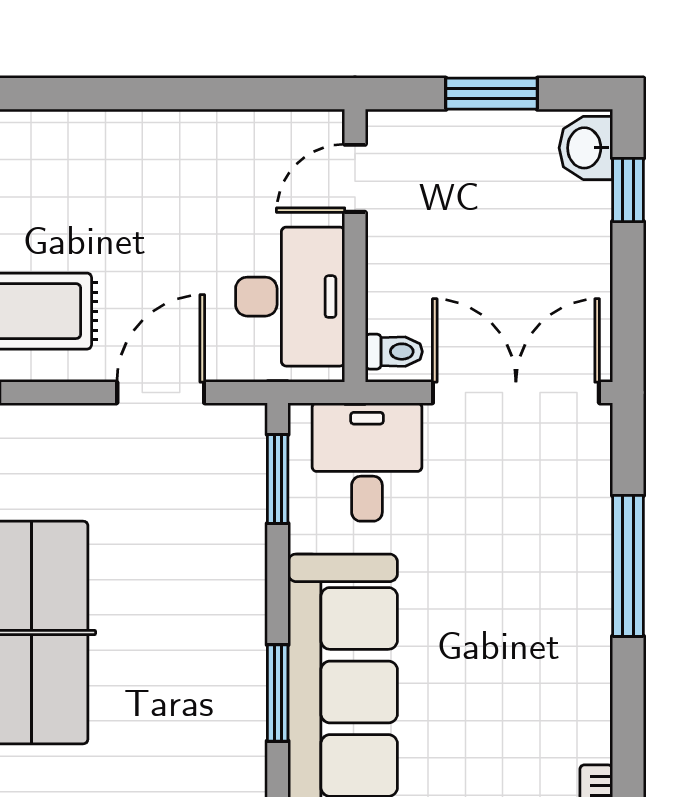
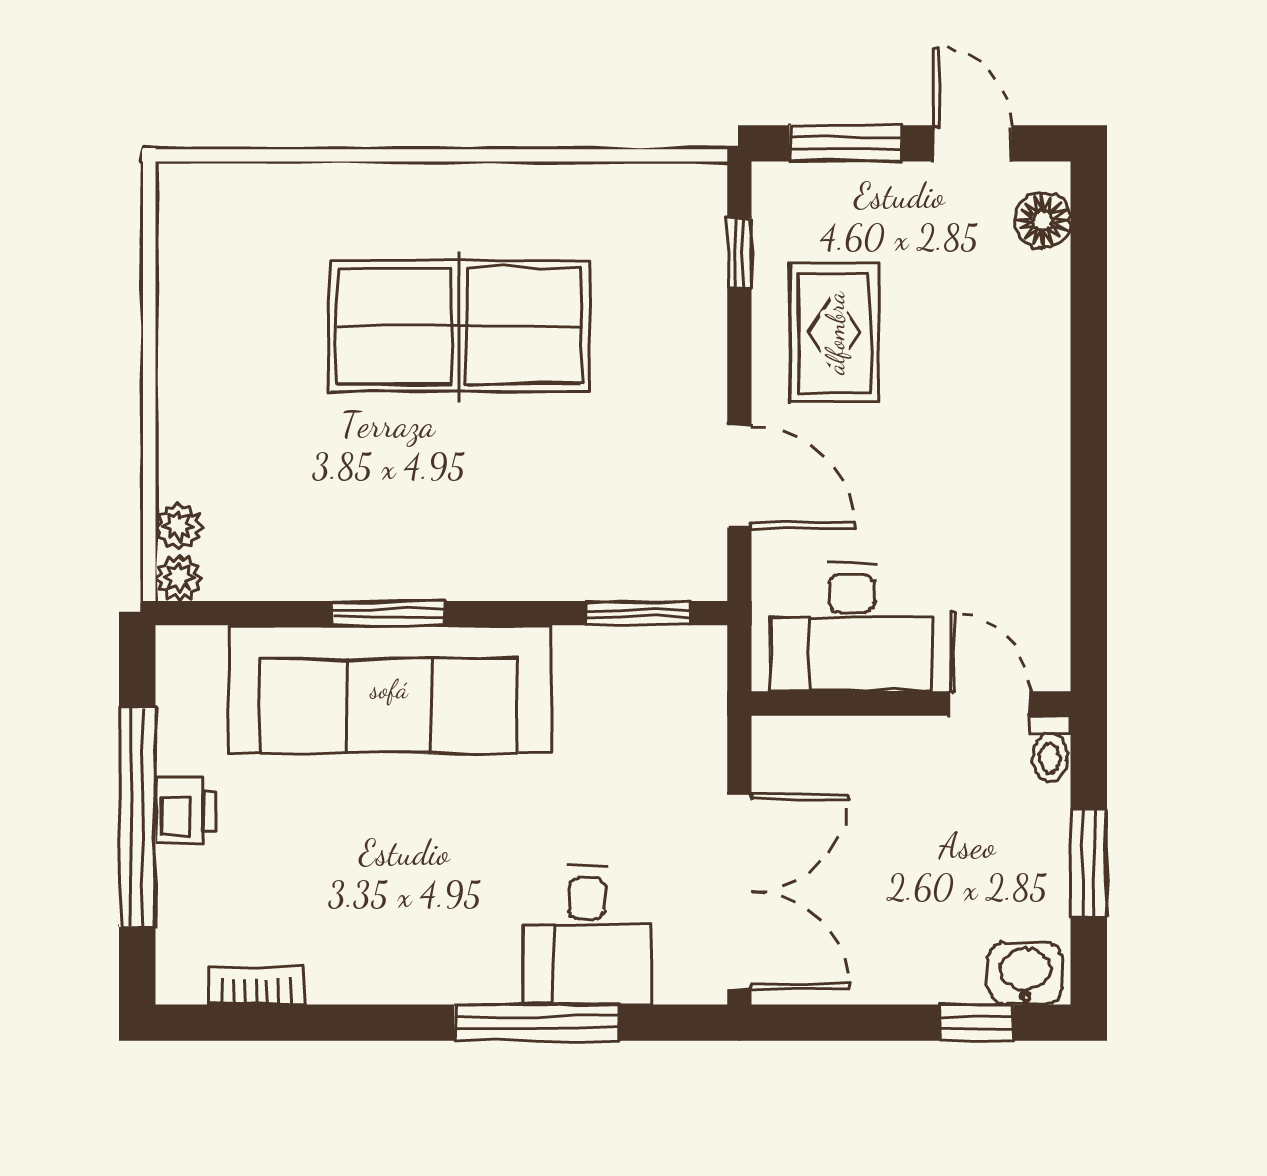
toilet: (394, 352) -> (1050, 749), moved
desk: (367, 462) -> (587, 935), moved, turned 90

